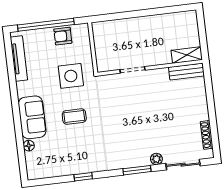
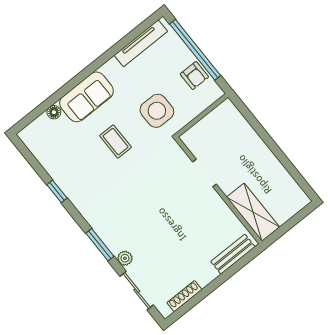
armchair: (63, 36) -> (194, 76), turned 180
shelving: (187, 55) -> (253, 212), width x1.50, depth x1.33
bench: (186, 72) -> (233, 254), moved, turned 90

